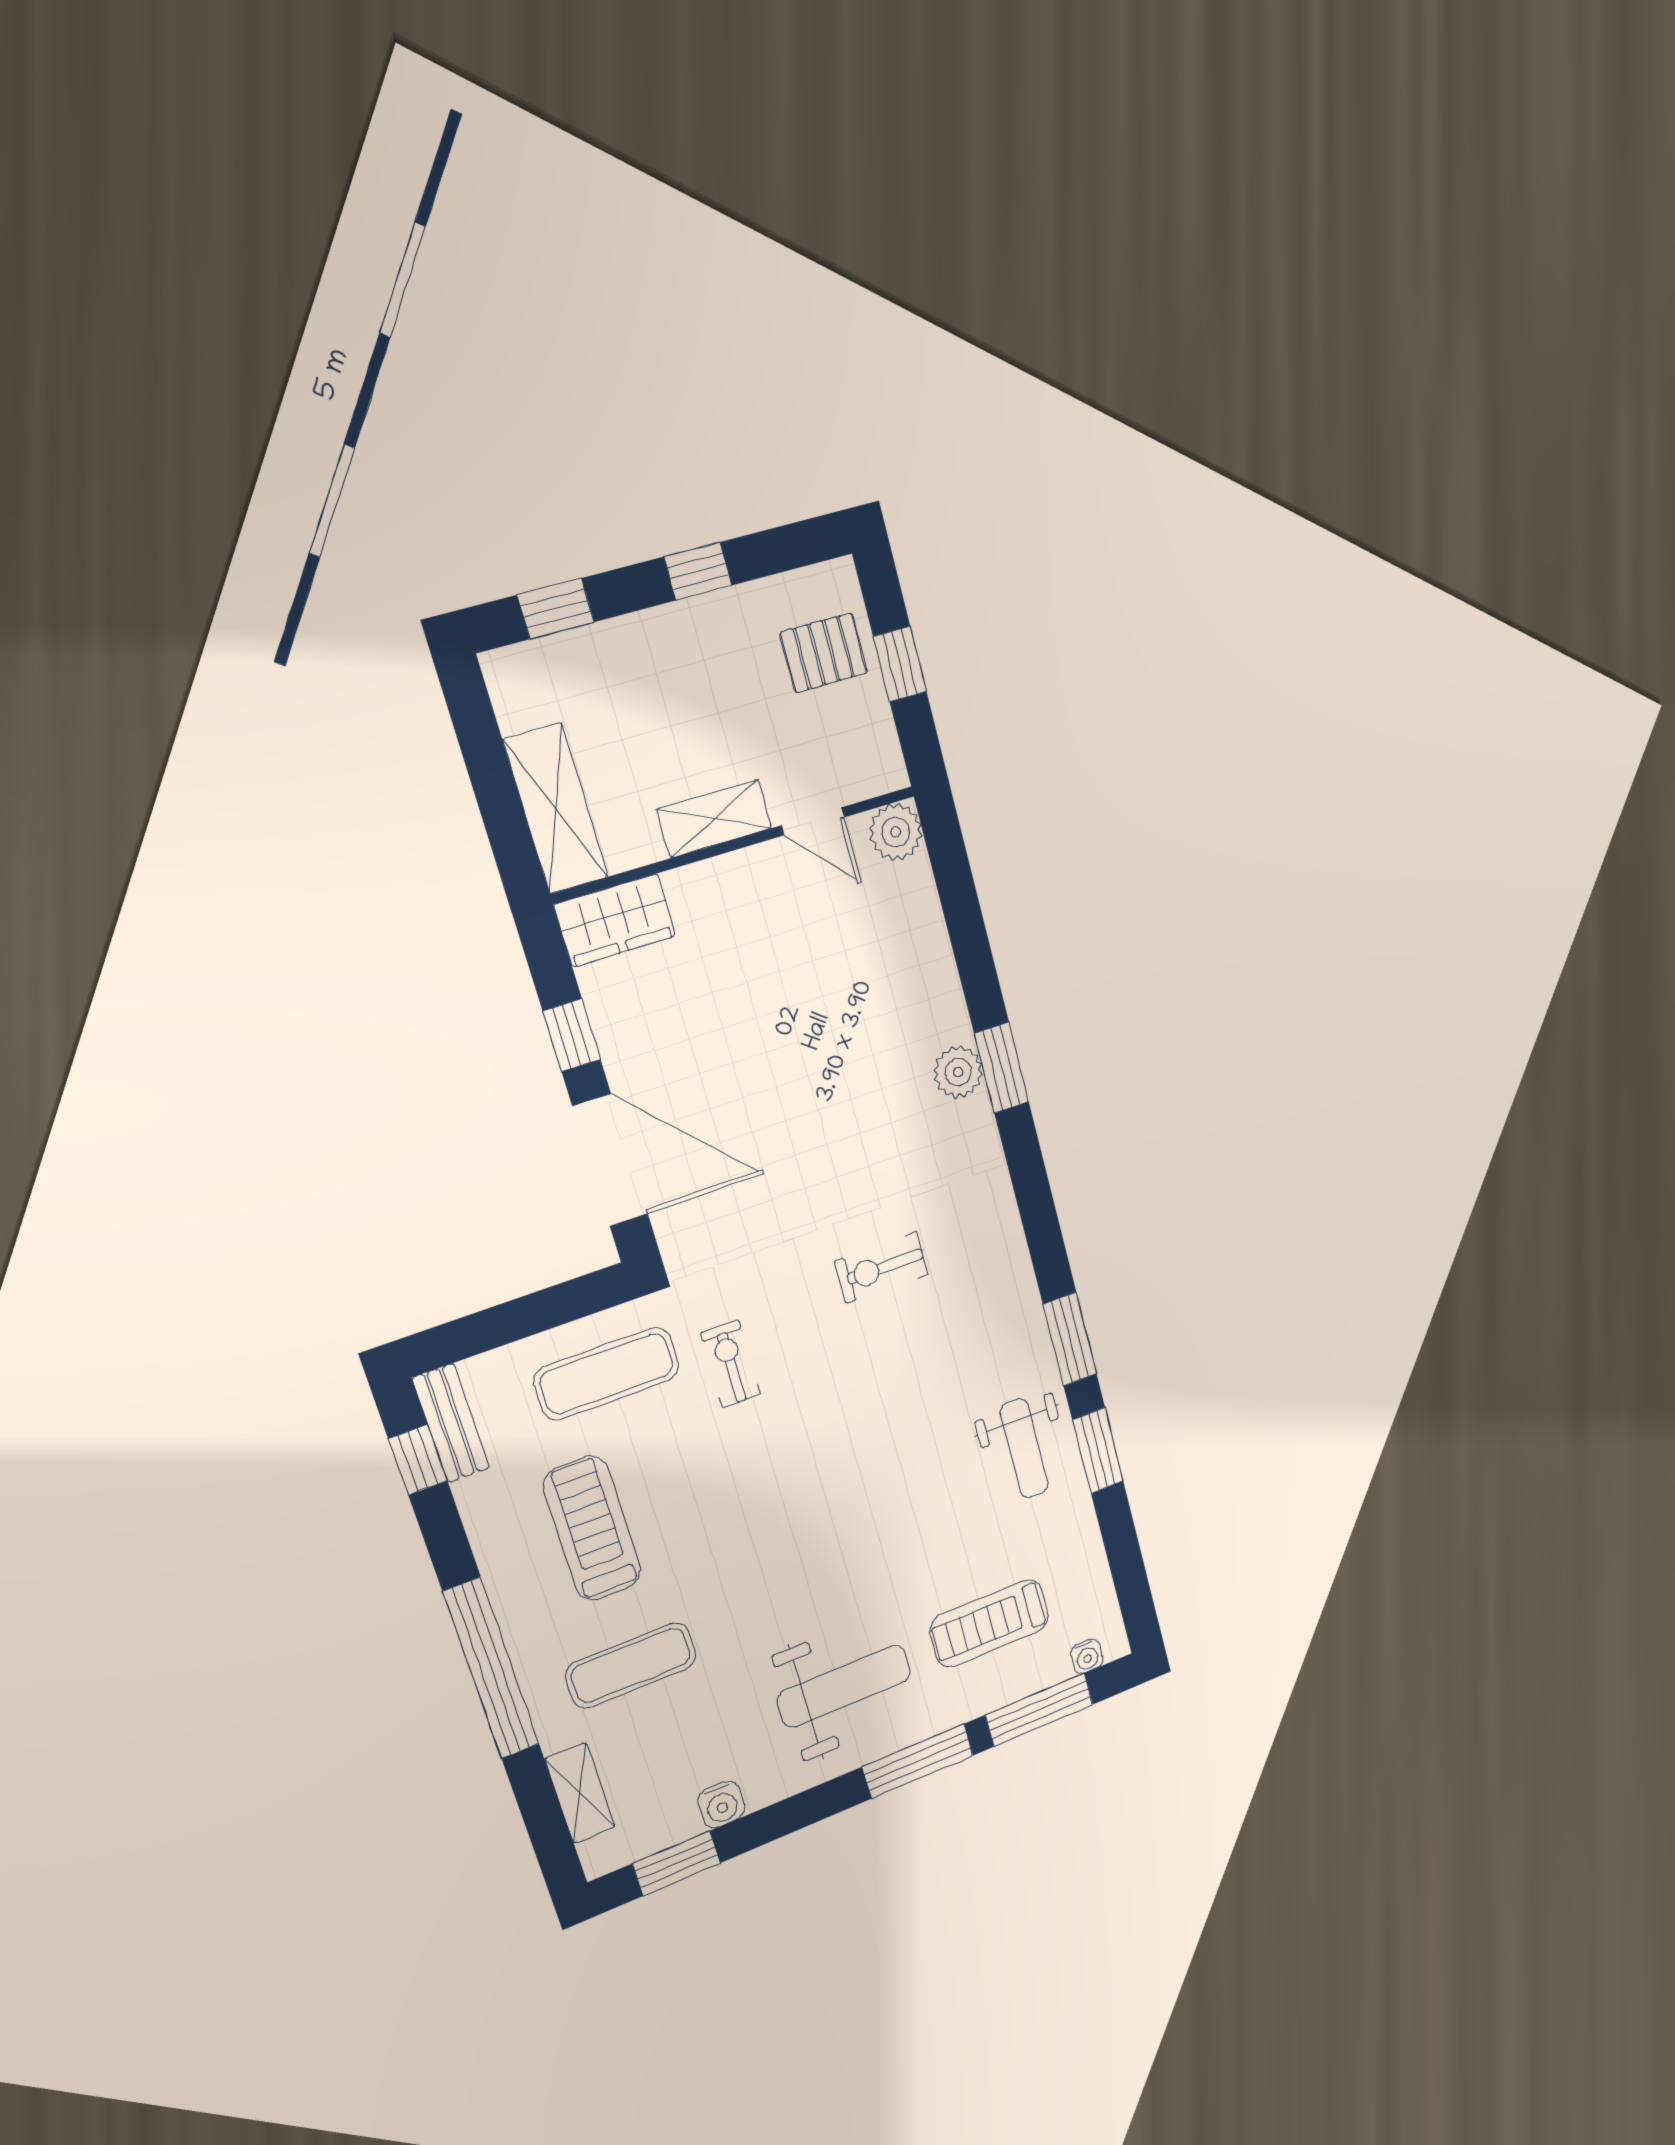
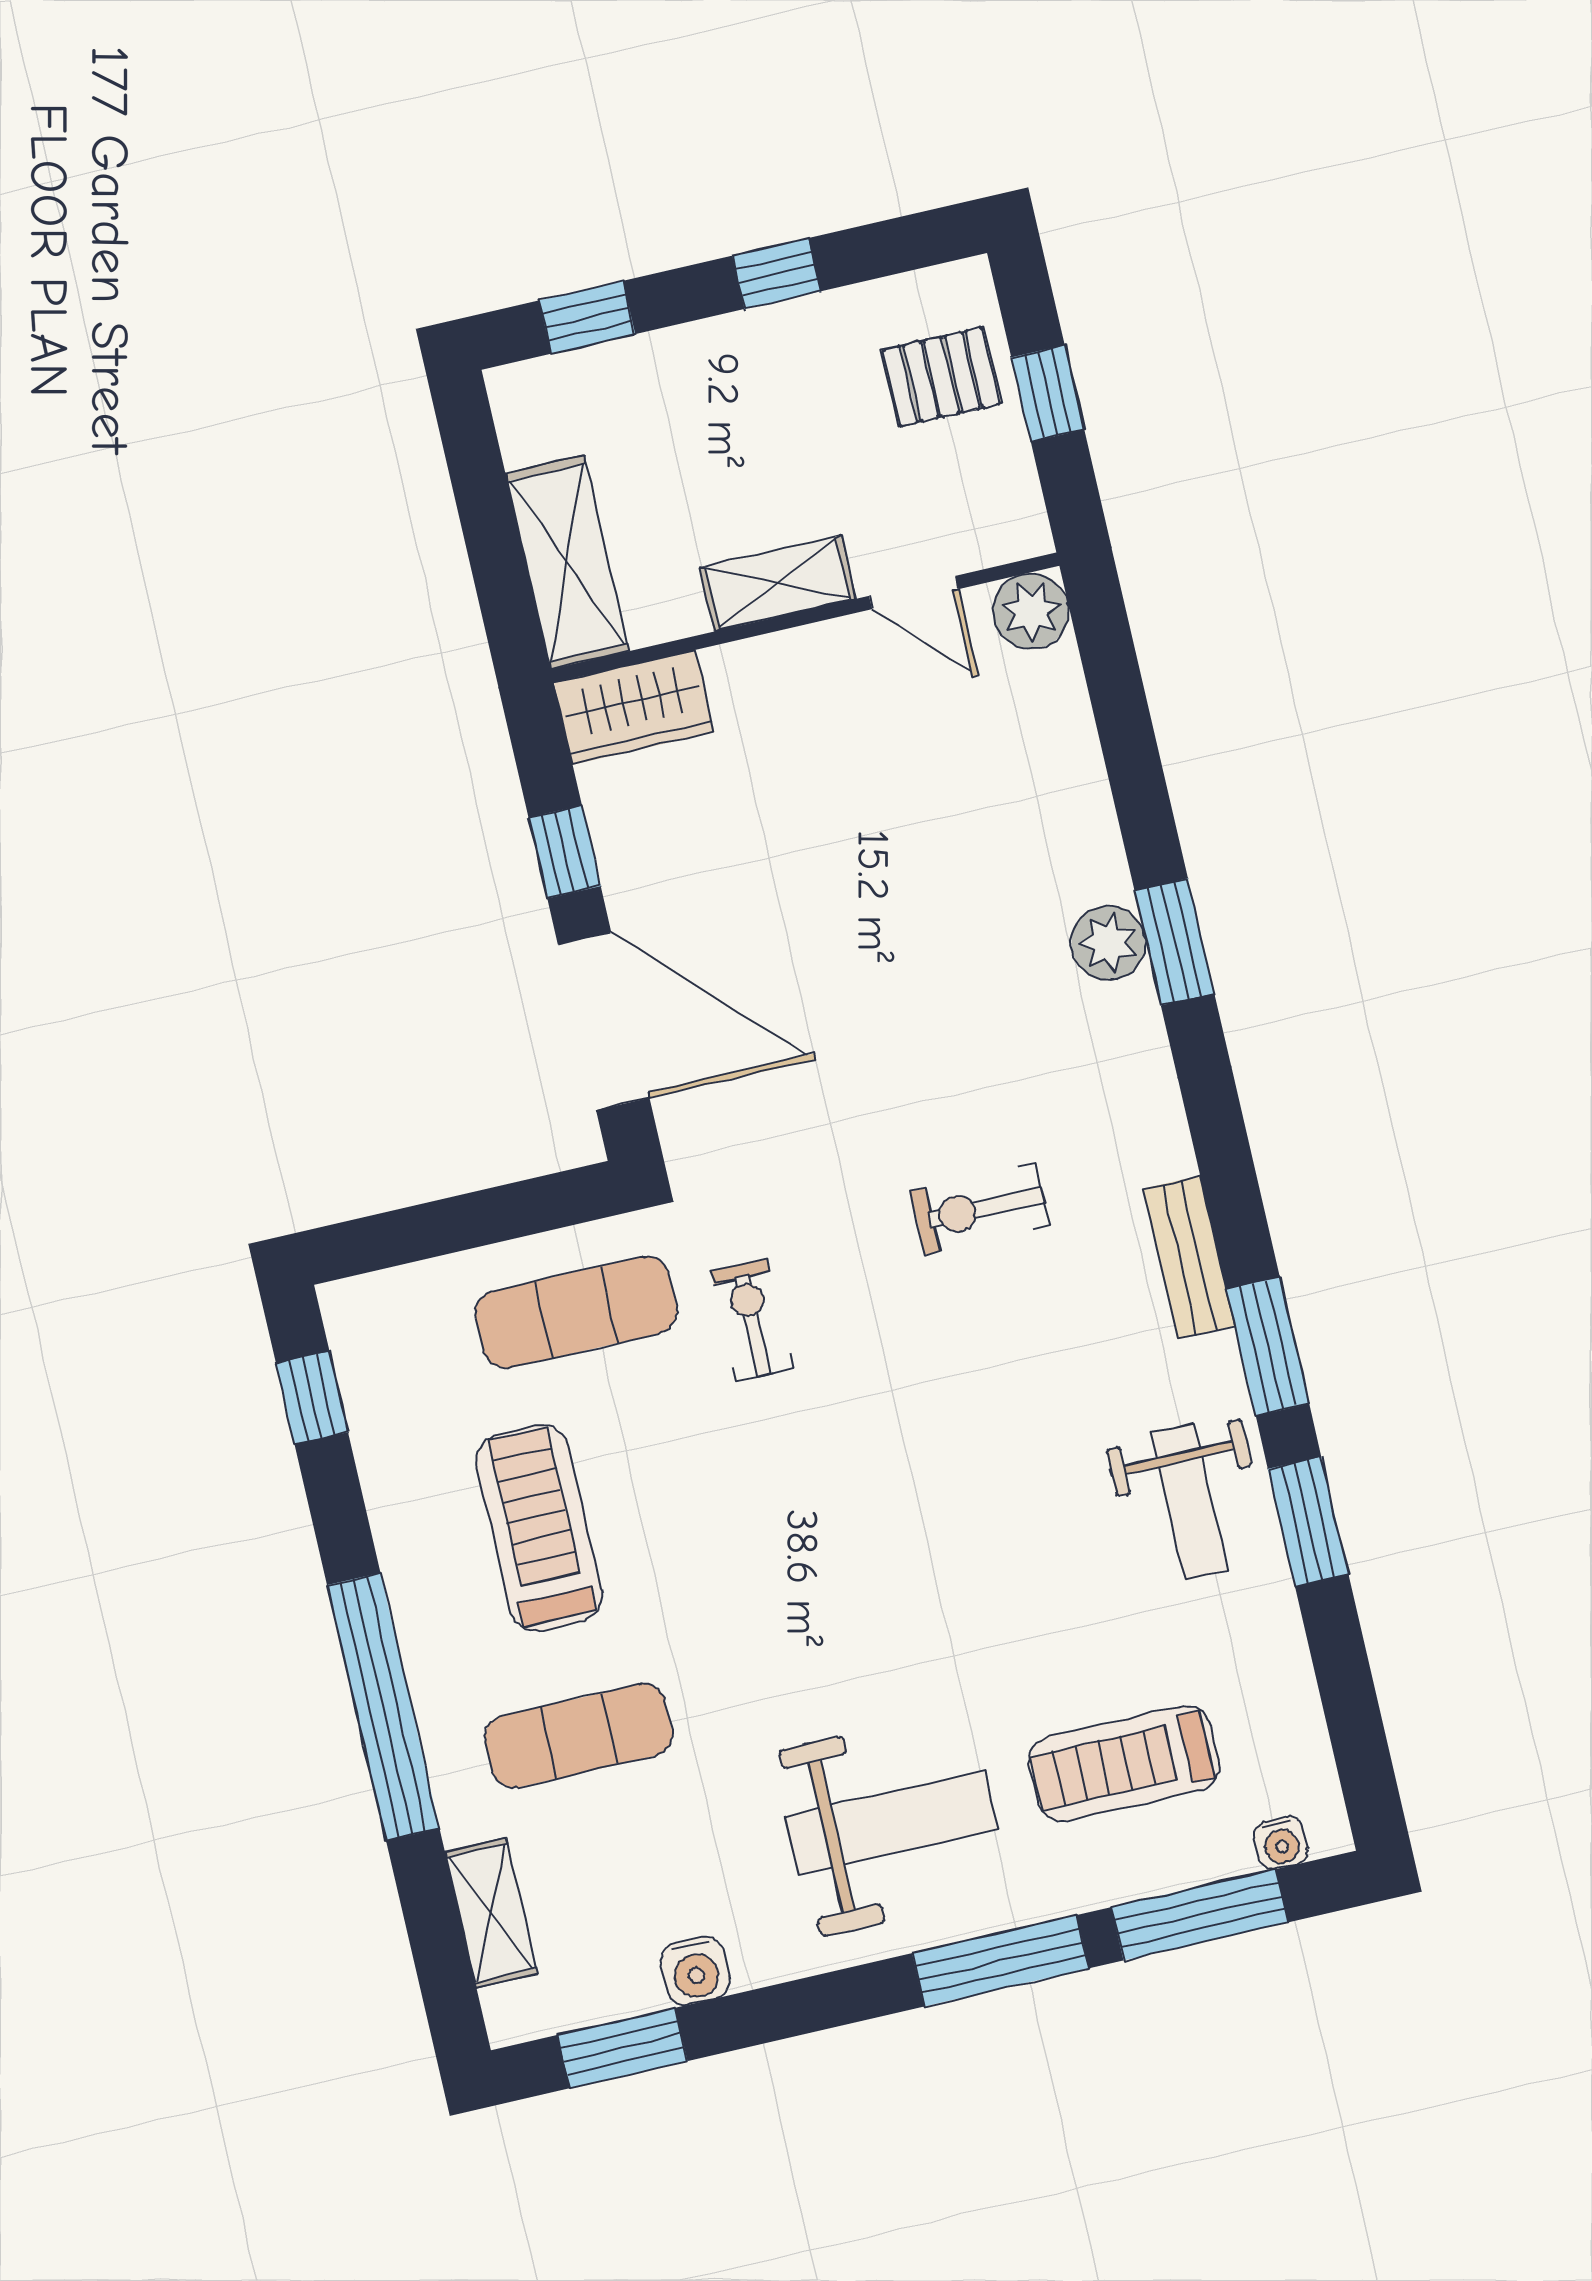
bench: (451, 1423) -> (1189, 1257), moved

